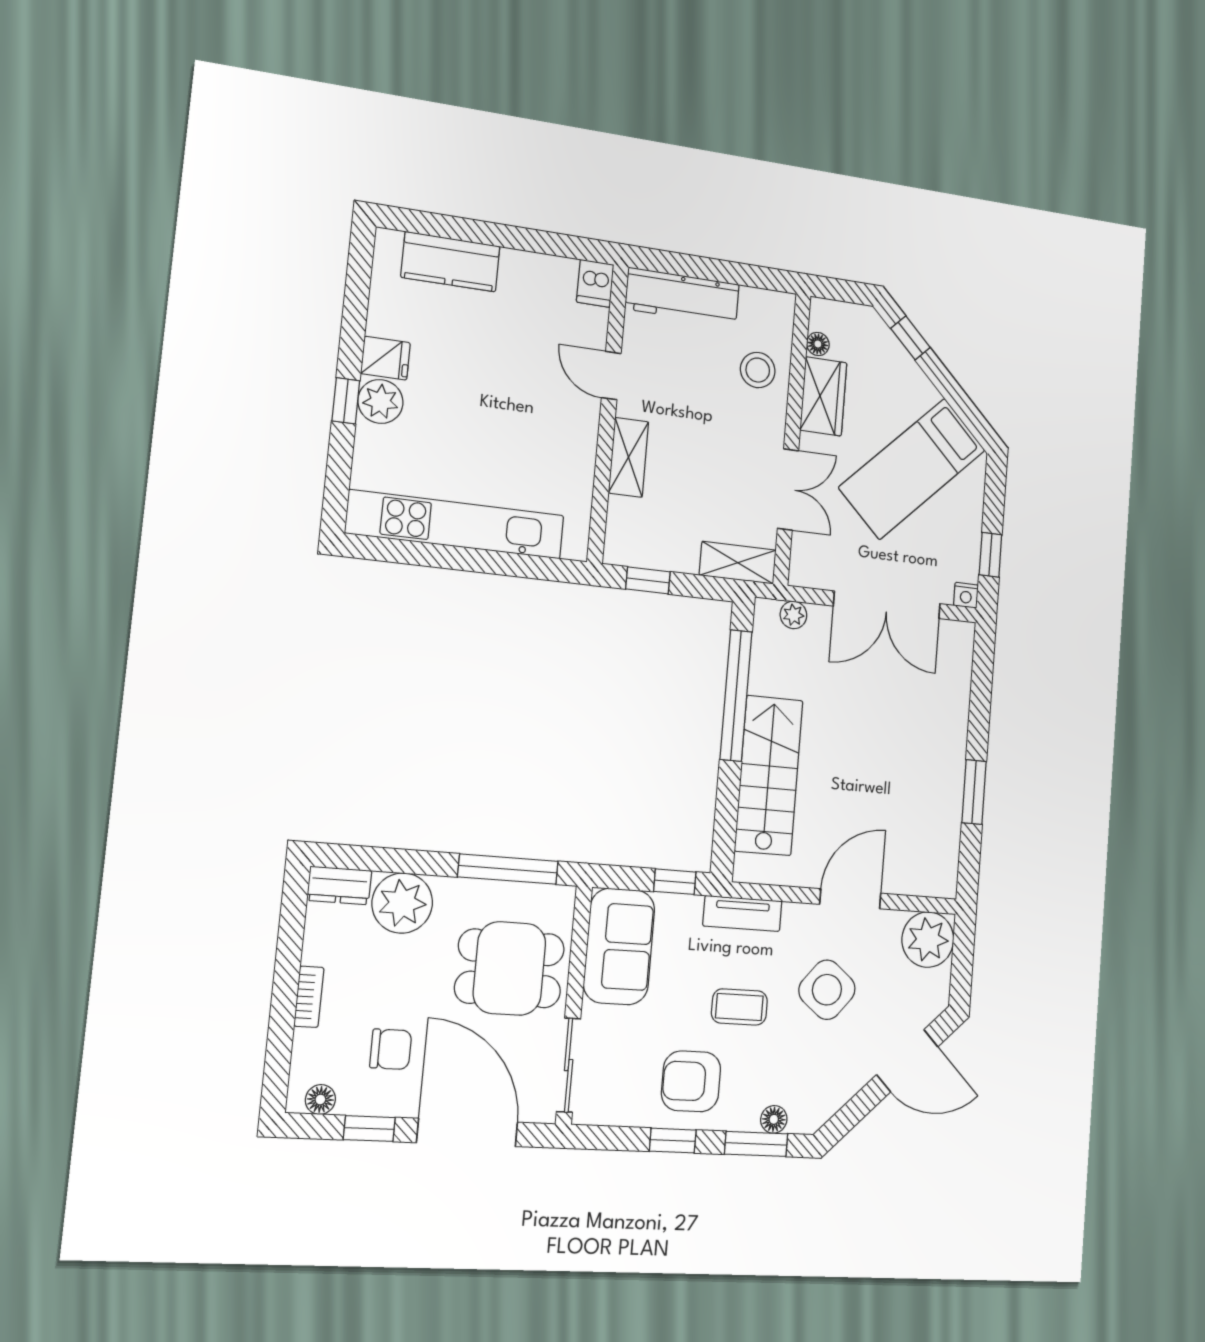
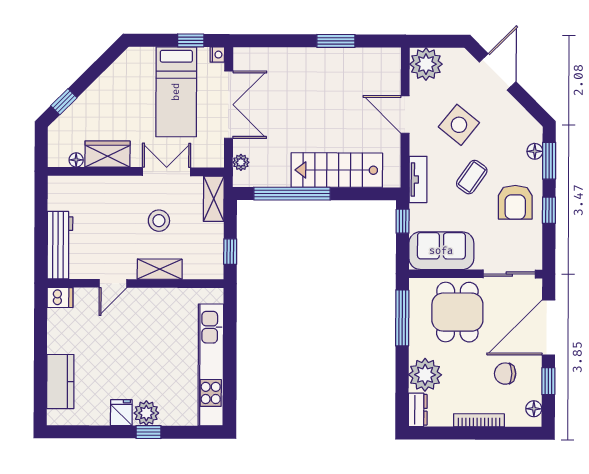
stool: (758, 370) -> (159, 221), moved
bed: (912, 469) -> (176, 92), moved, turned 45
bookcase: (309, 997) -> (479, 420), width x1.56
coffee table: (739, 1007) -> (472, 177), turned 35
chair: (391, 1049) -> (505, 374), turned -90

